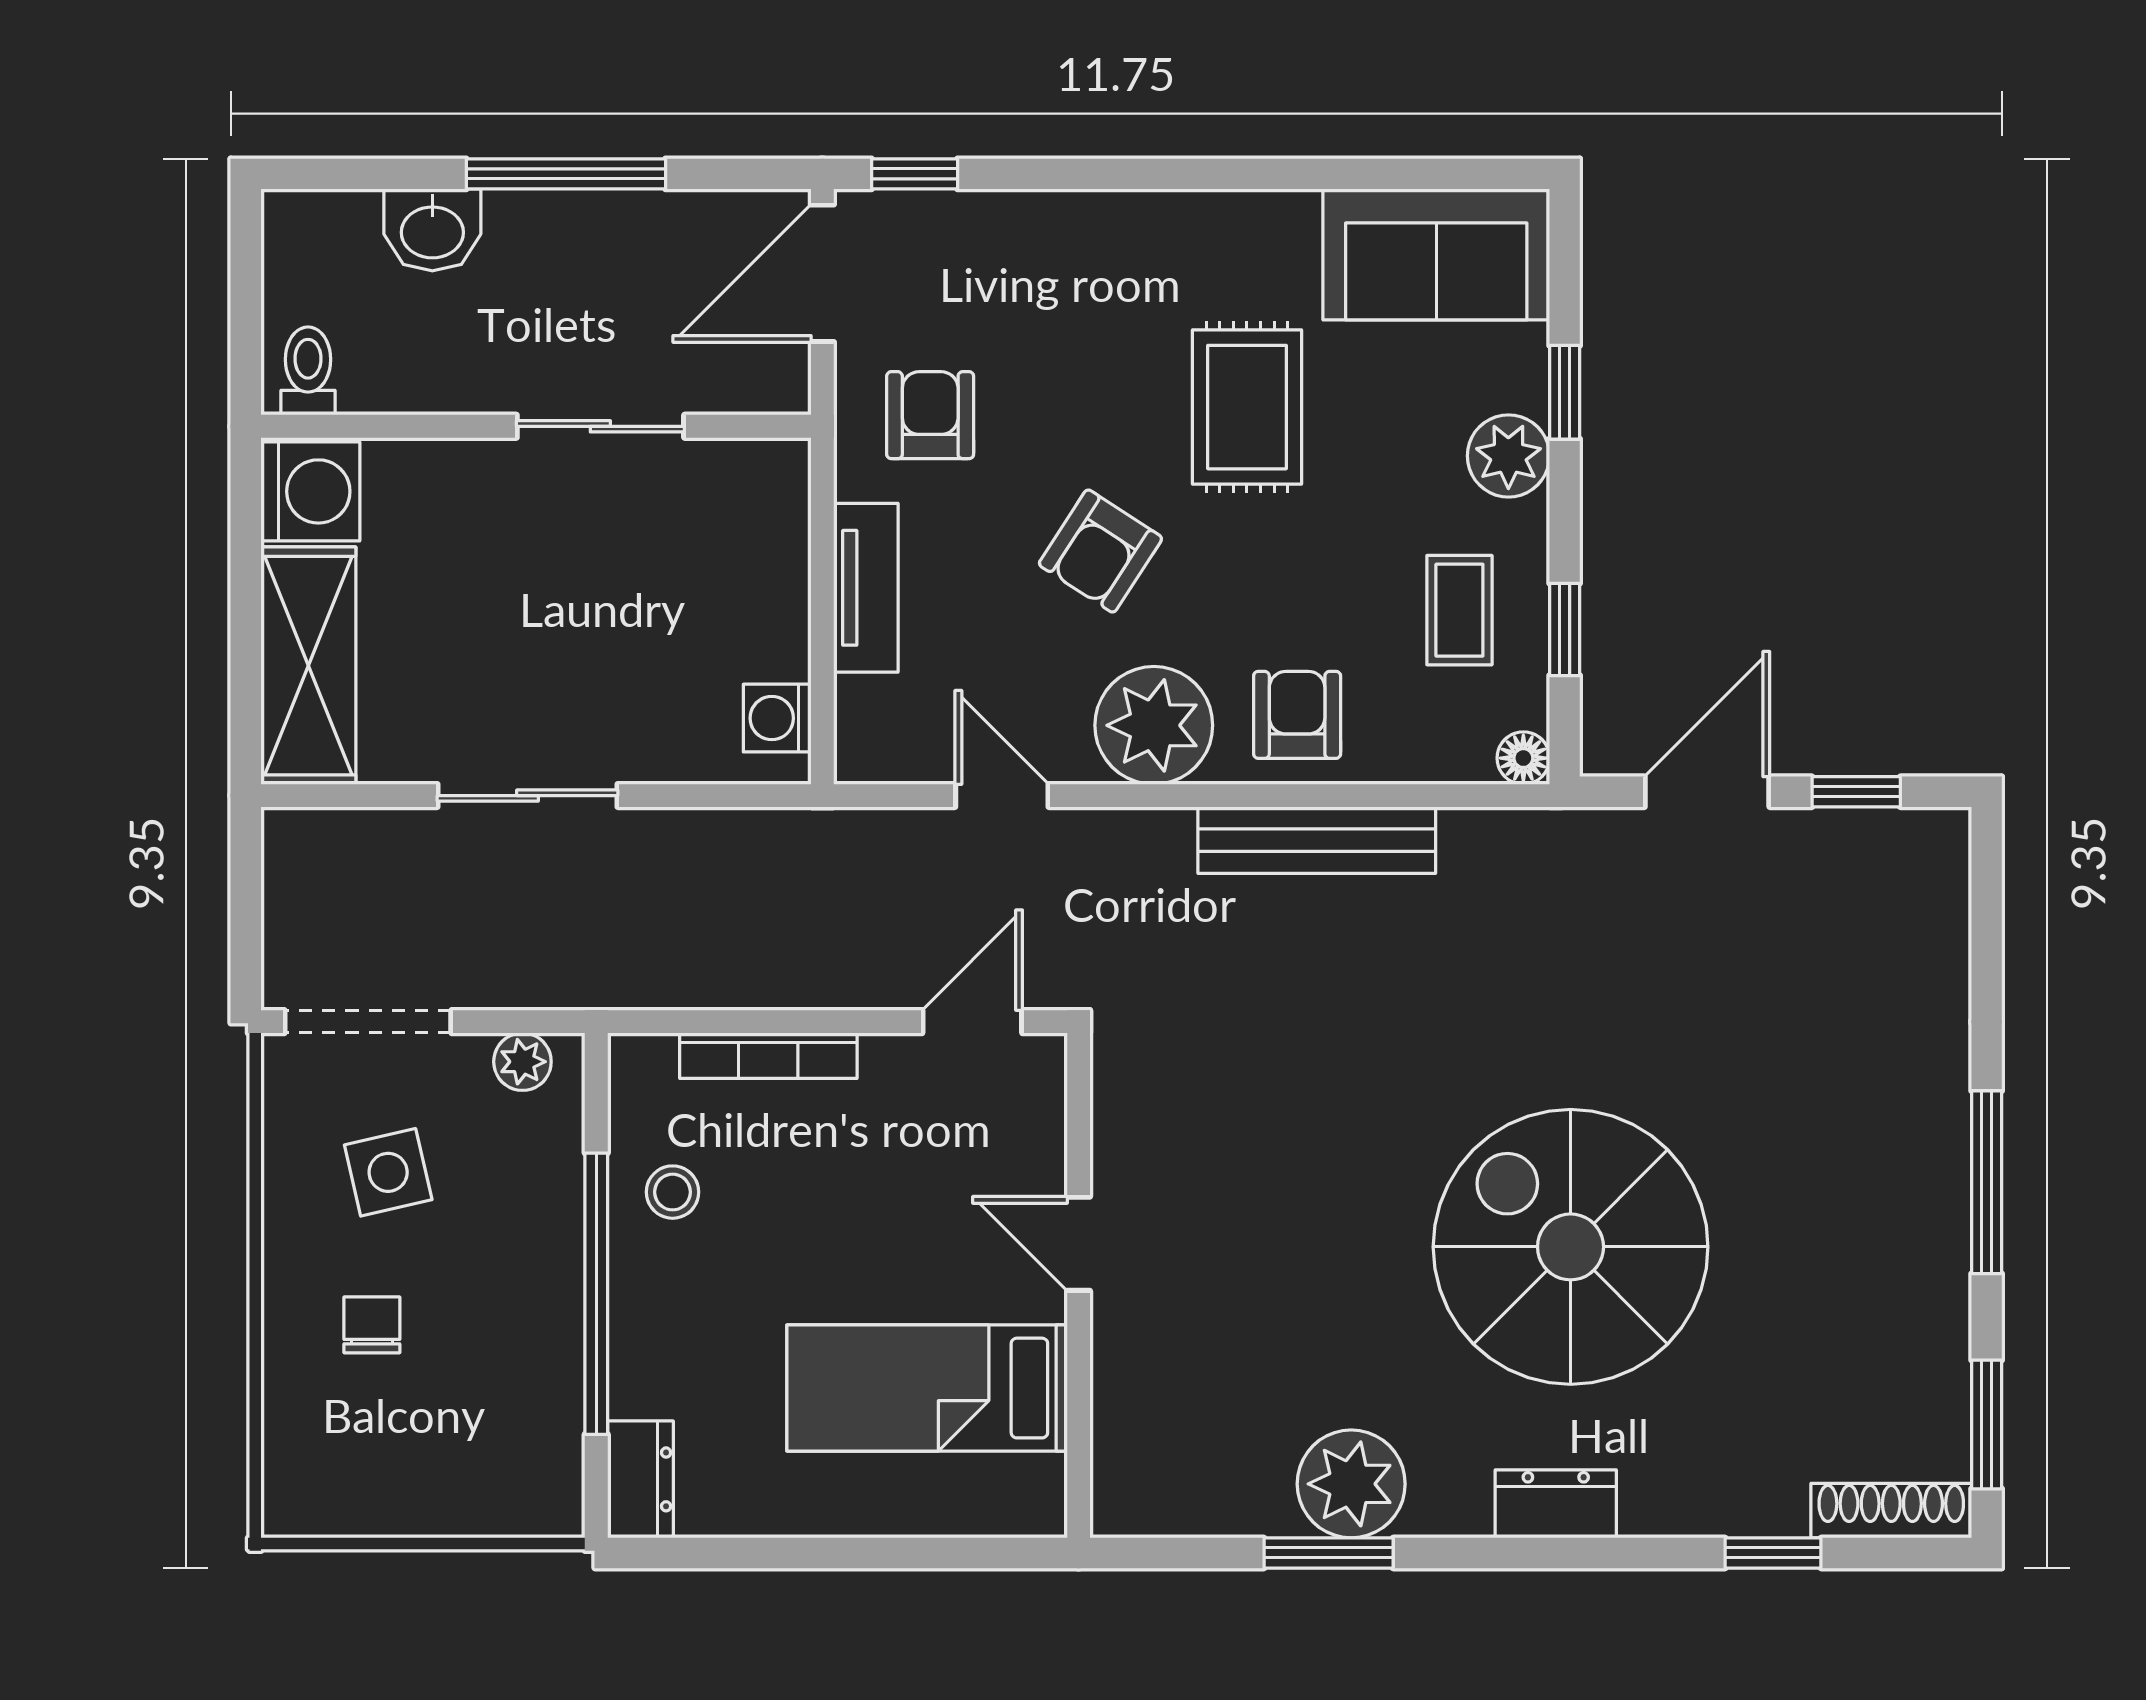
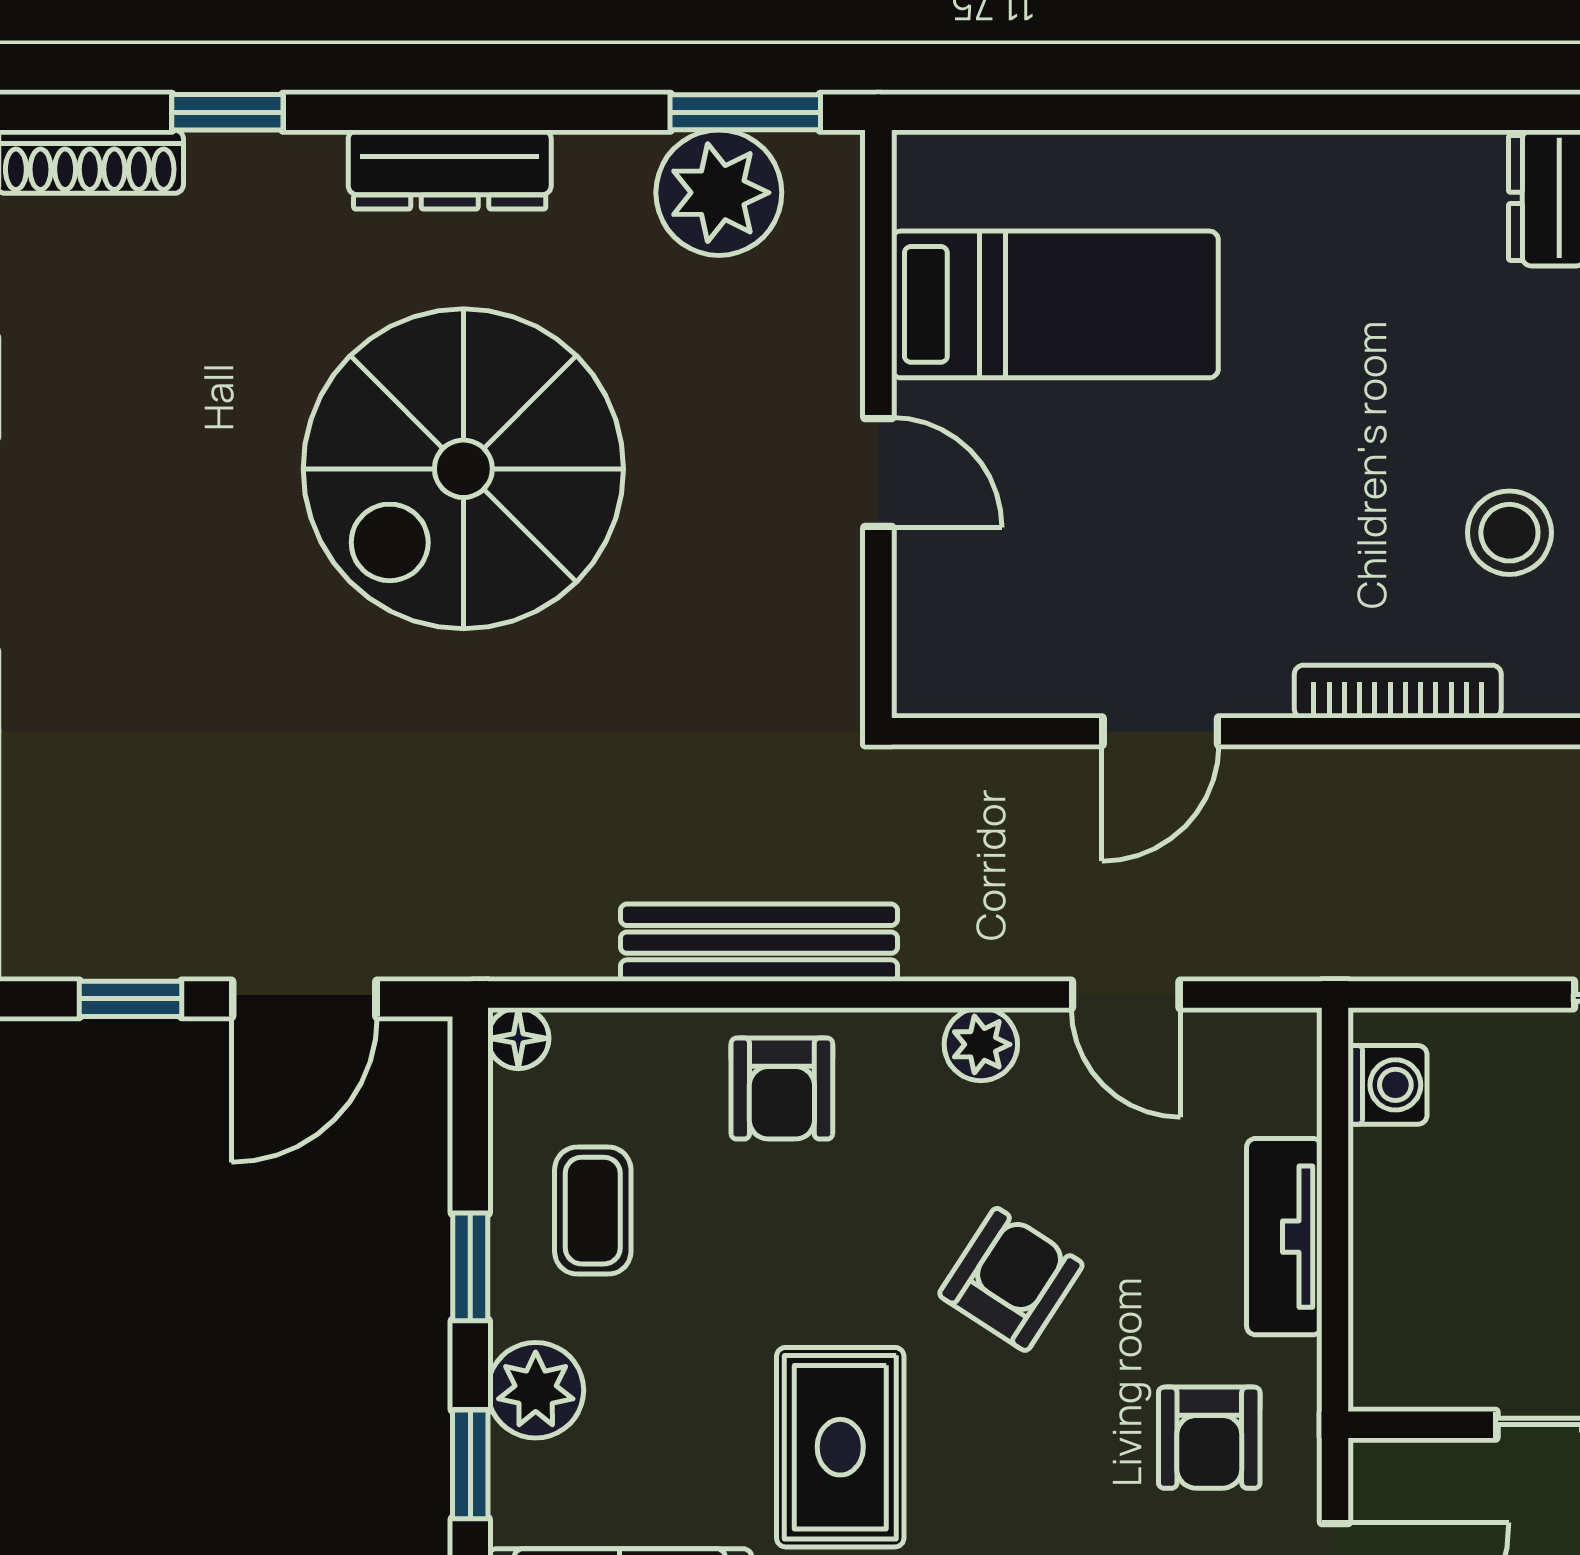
window: (1565, 629) -> (470, 1267), moved
plant: (1154, 725) -> (981, 1044), width x0.53, depth x0.53
stool: (673, 1192) -> (1509, 533), width x1.37, depth x1.37
door: (1079, 1244) -> (878, 472), moved
spiral stairs: (1571, 1247) -> (463, 469), turned 90
wall: (1079, 1285) -> (878, 424), moved
bed: (927, 1388) -> (1055, 304), moved
dresser: (1556, 1504) -> (450, 169), width x1.44

